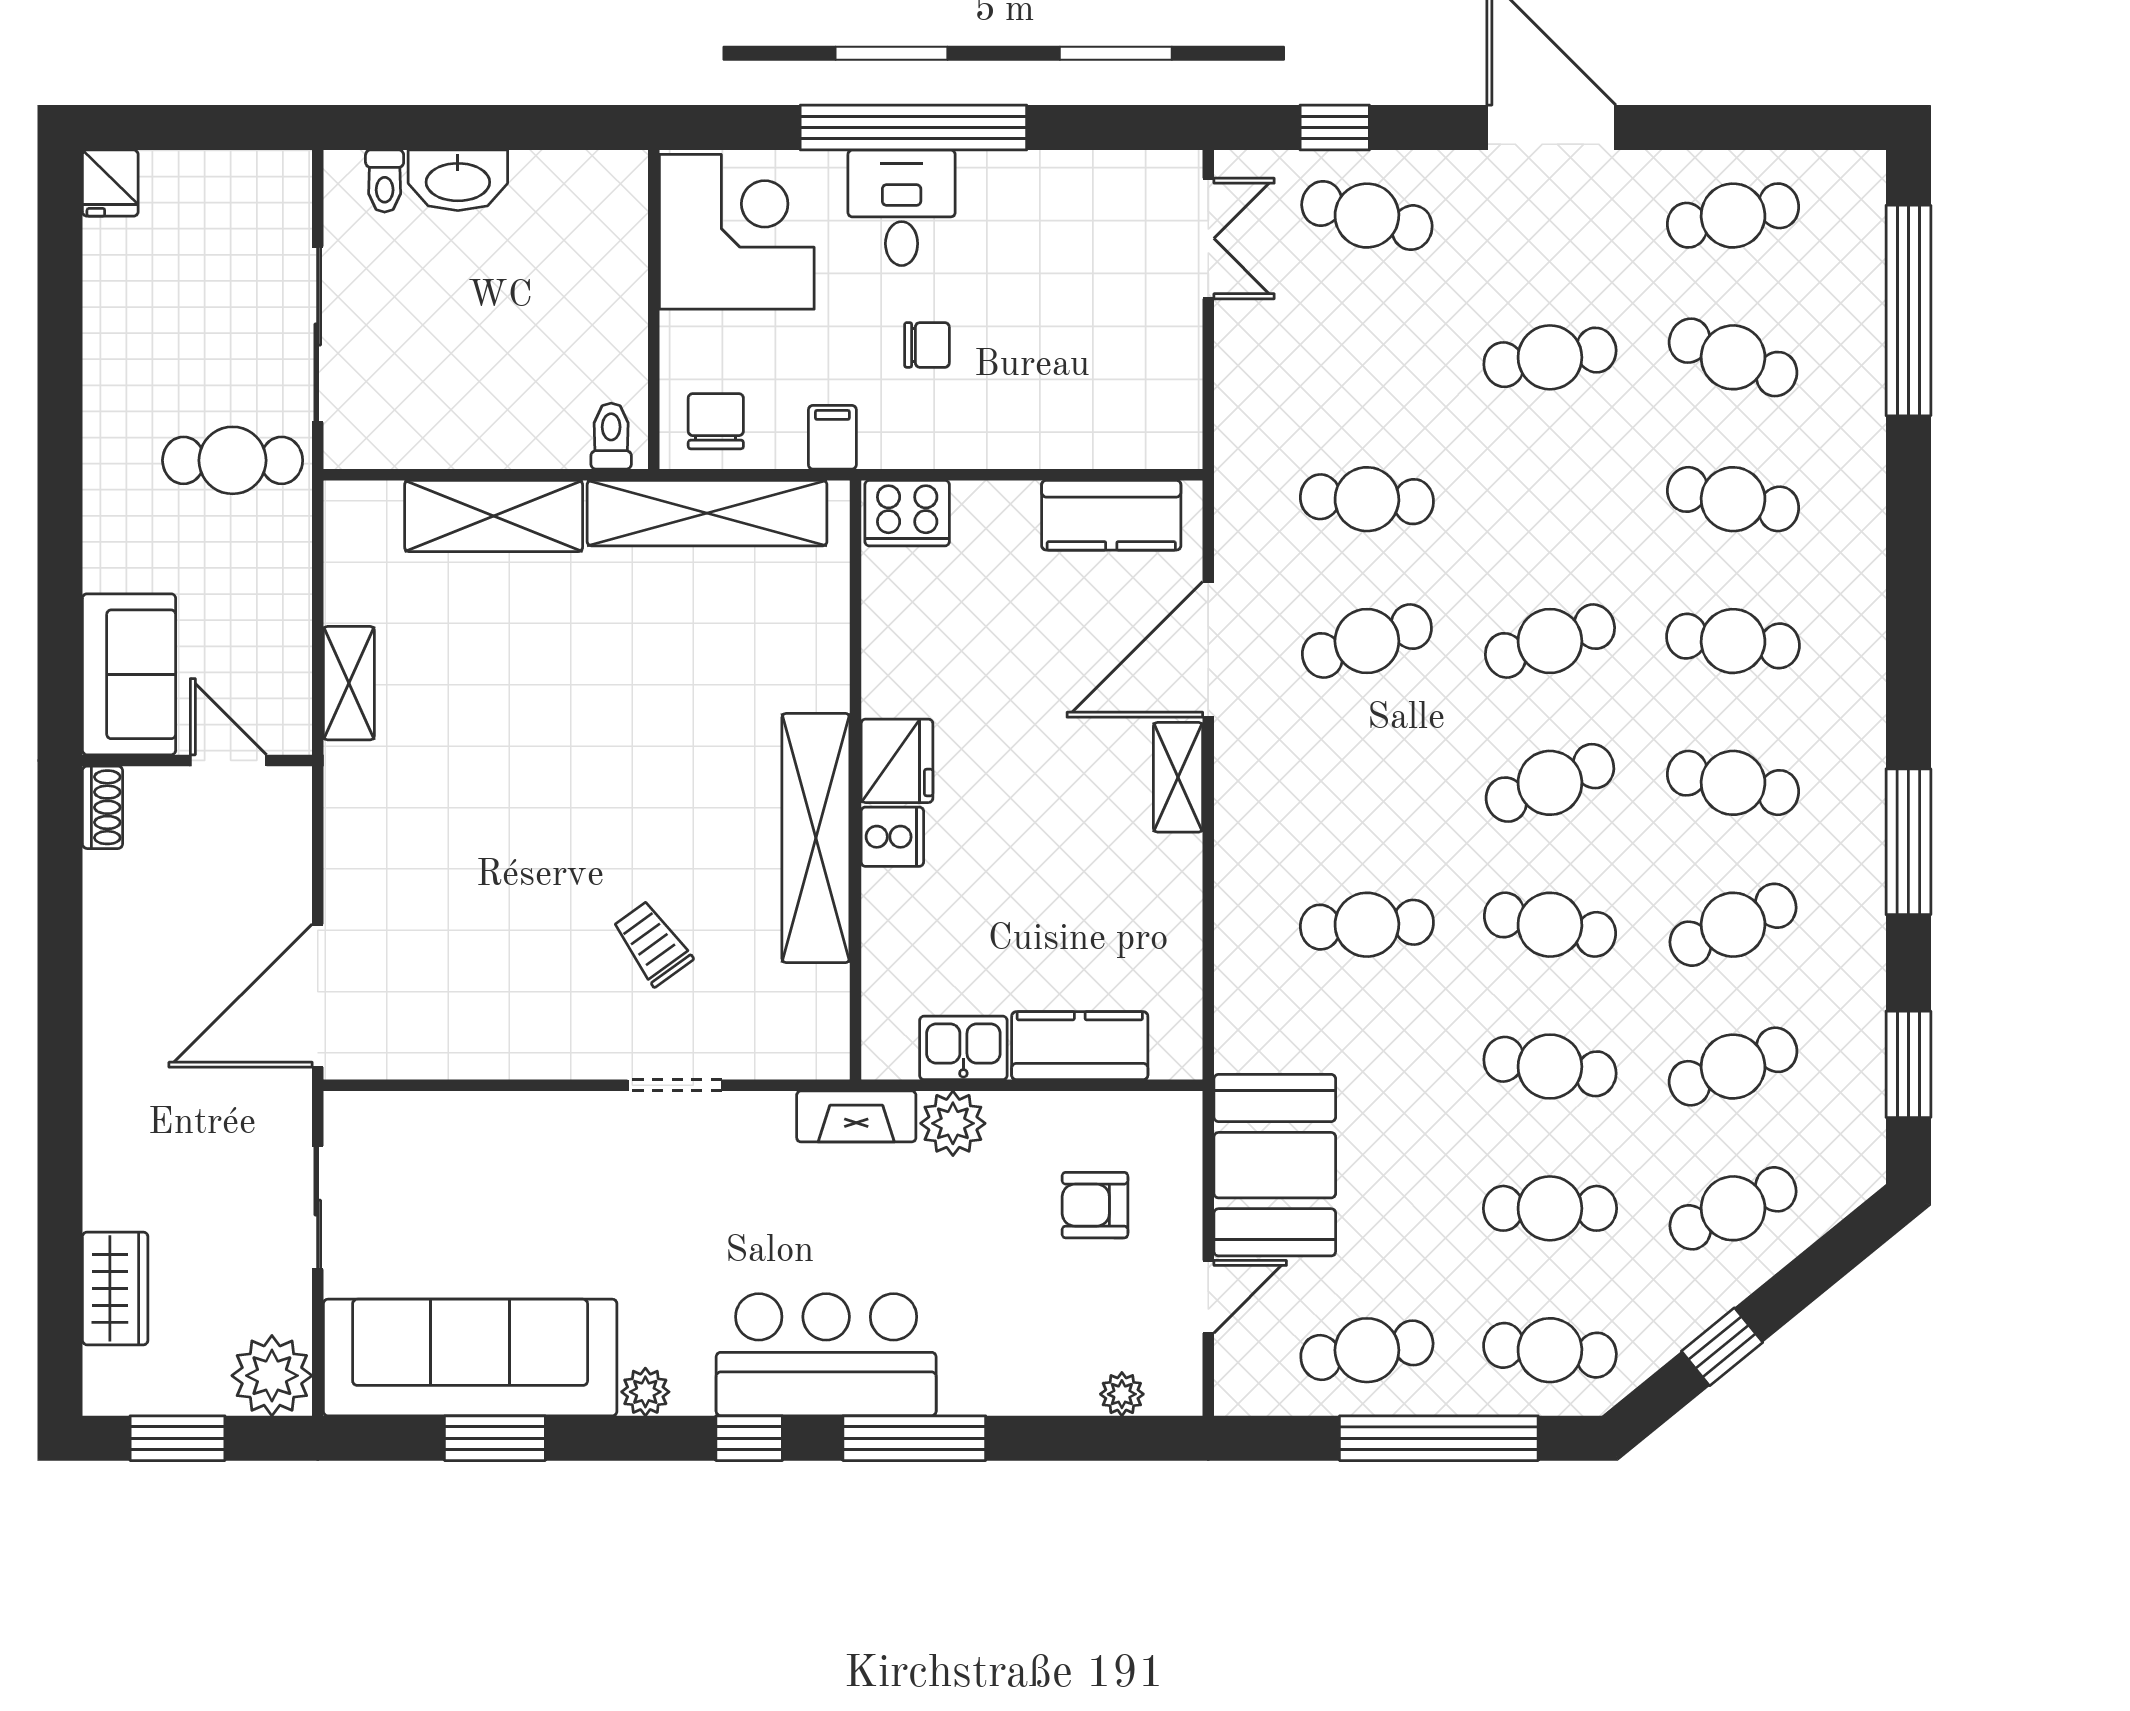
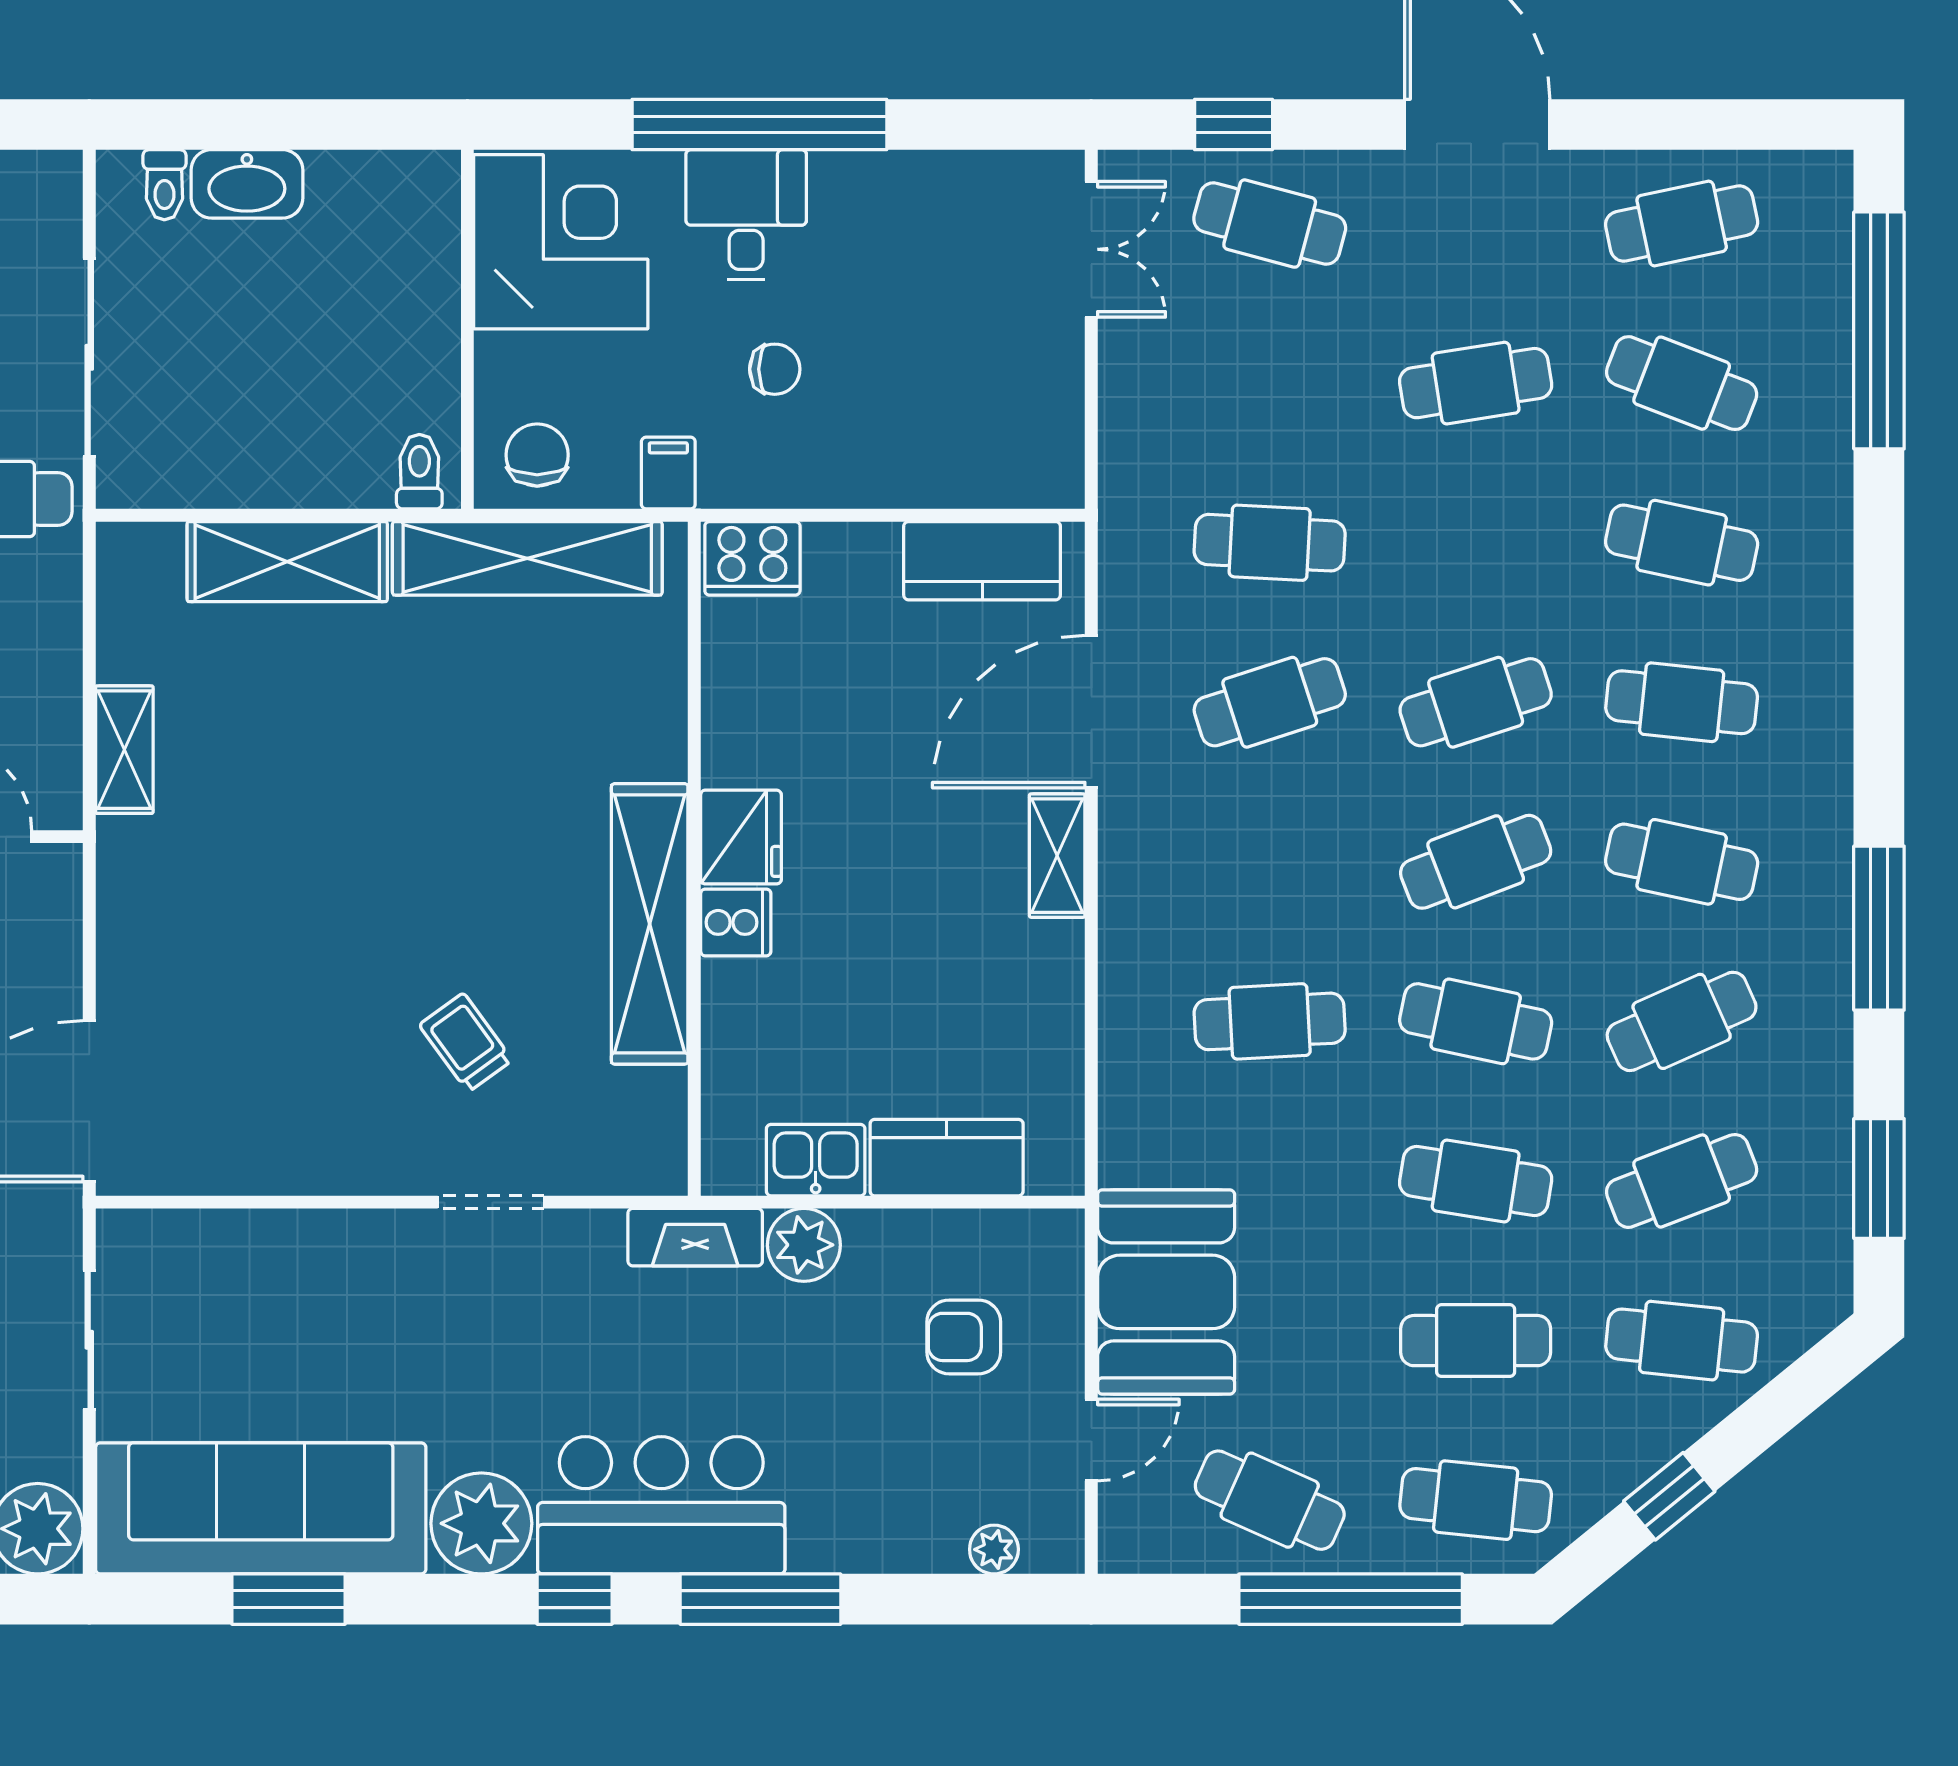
cafe table: (1733, 1208) -> (1682, 1341), turned 30
cafe table: (1367, 1350) -> (1270, 1500), turned 33
plant: (645, 1392) -> (481, 1523), width x1.88, depth x1.88

